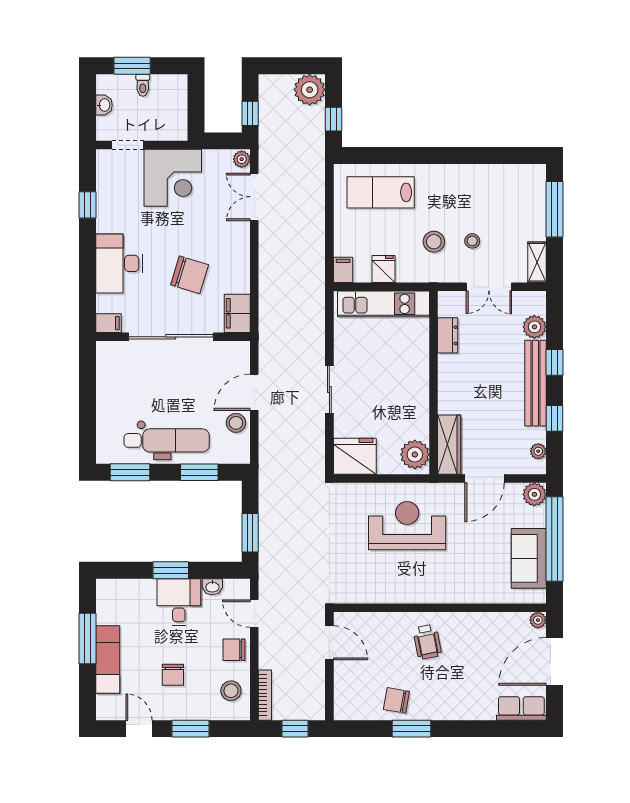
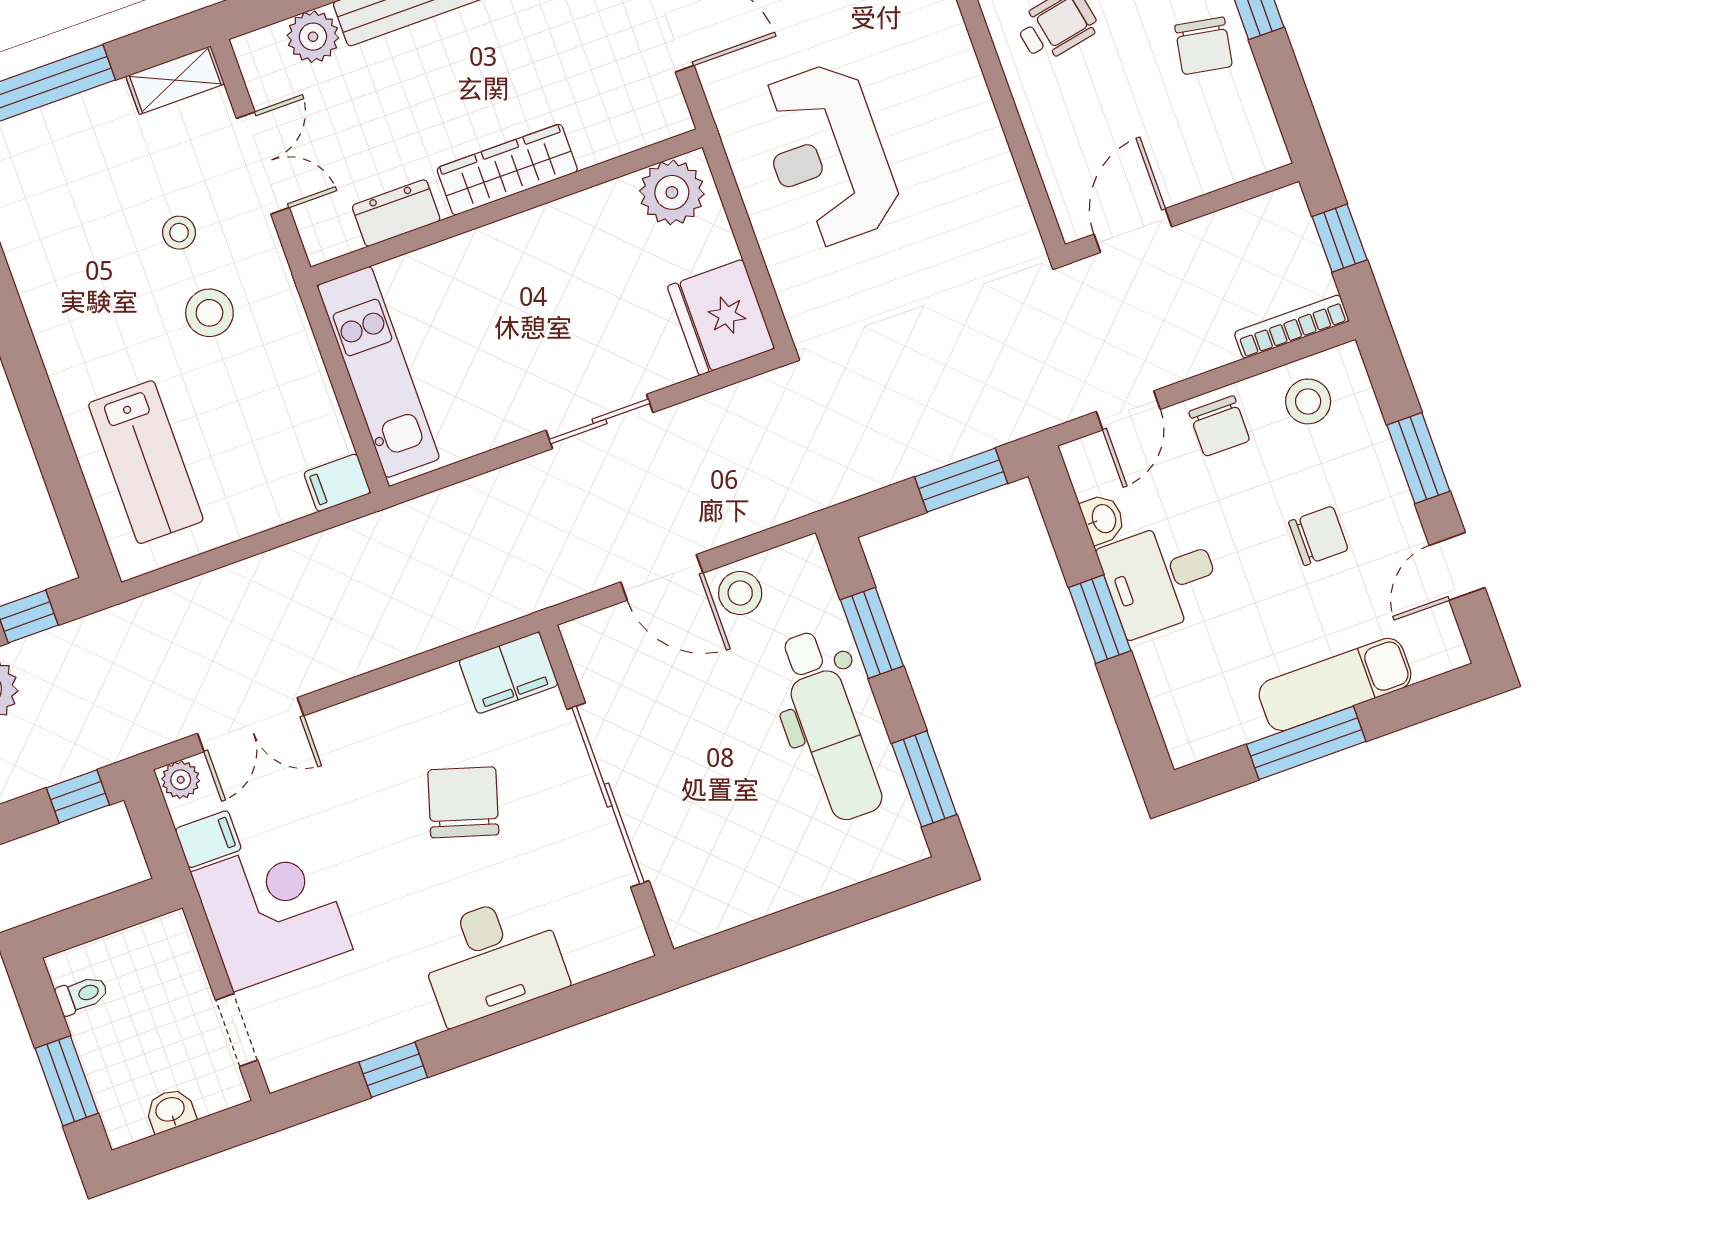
toilet: (143, 85) -> (82, 995), moved
fridge: (383, 269) -> (305, 398), removed
filing cabinet: (109, 323) -> (208, 839), moved, turned 90
dental chair: (167, 440) -> (829, 726), turned 180
wardrobe: (449, 445) -> (507, 170), moved

